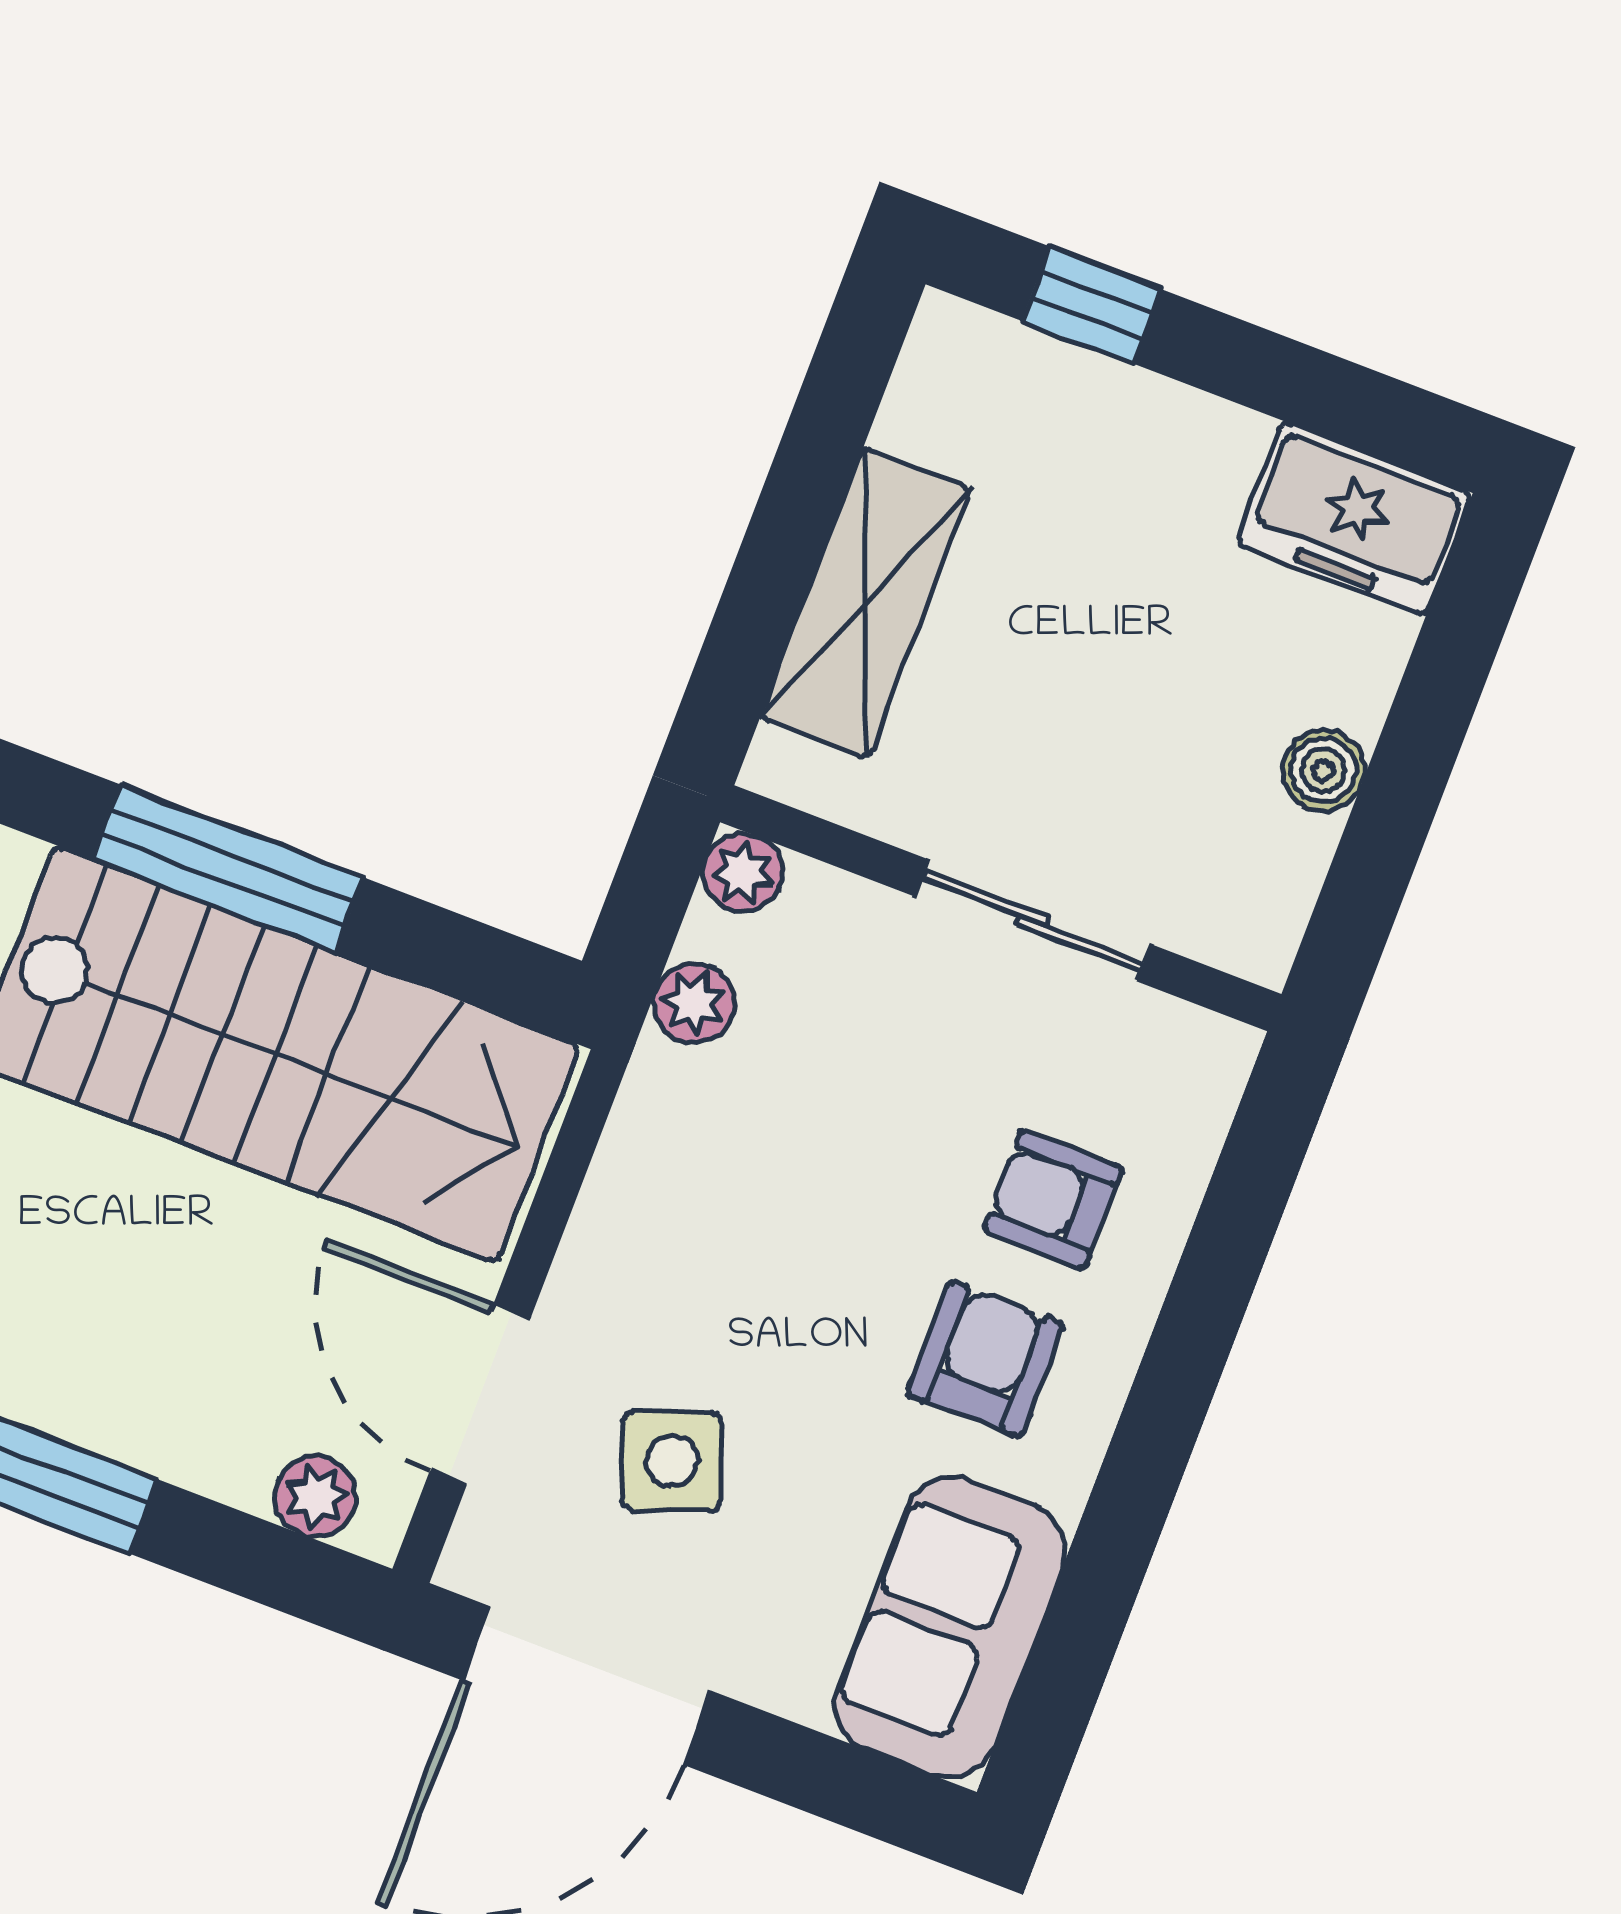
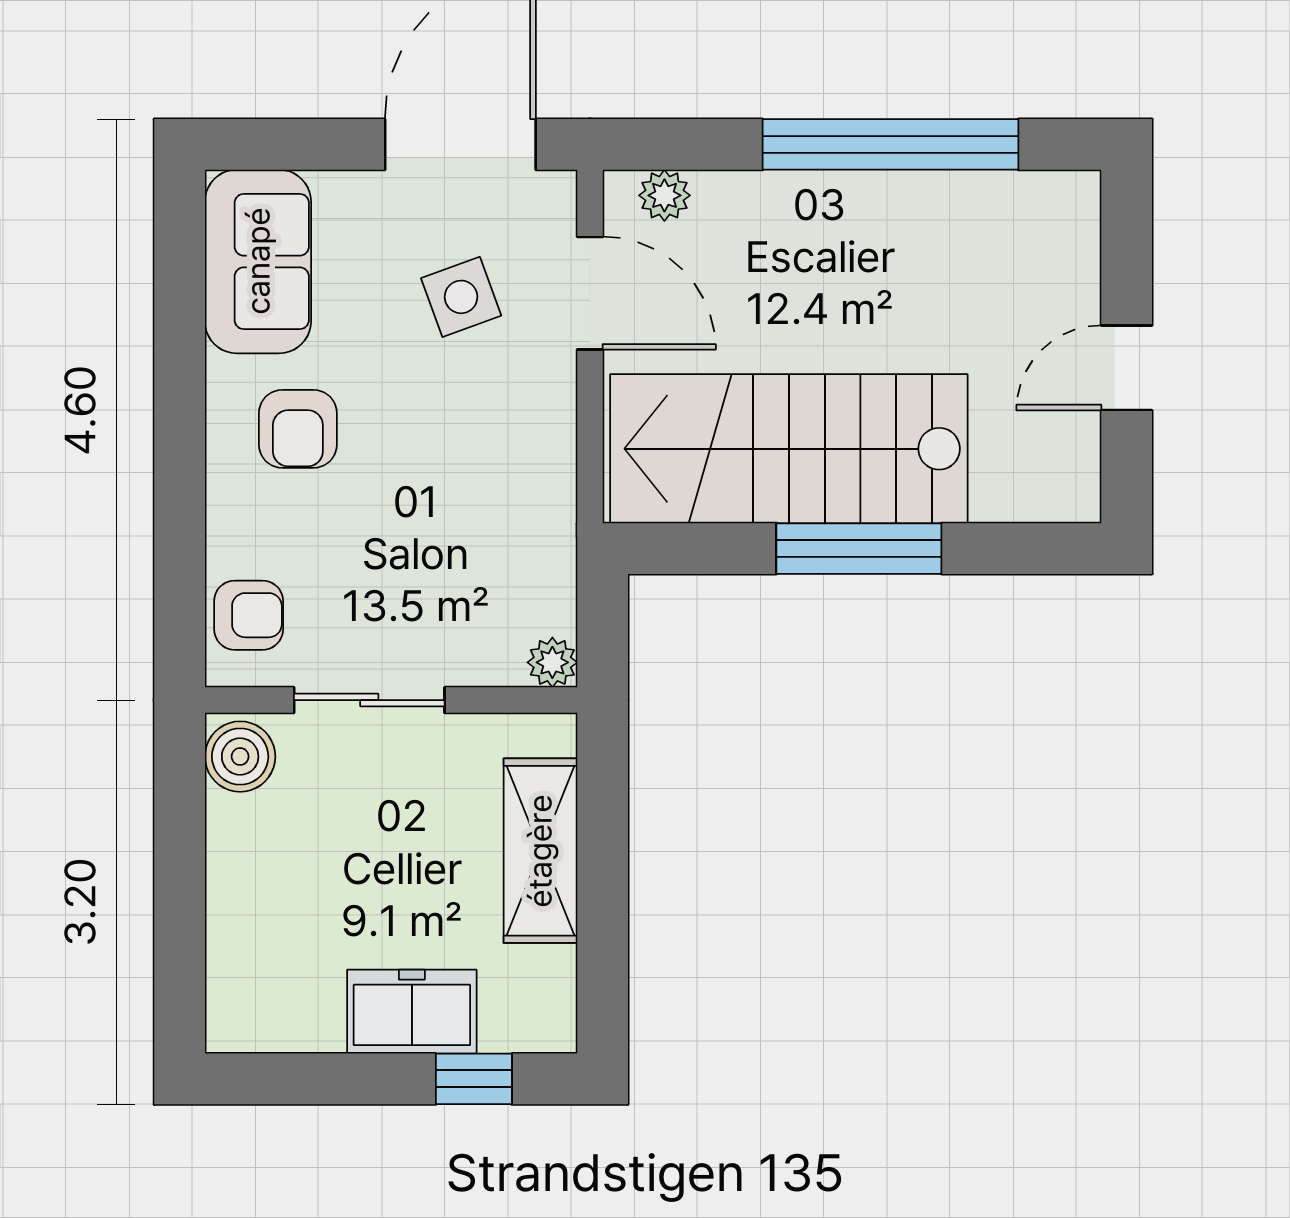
freezer: (1354, 519) -> (412, 1012), moved
boiler: (1323, 770) -> (240, 757), moved, width x1.36, depth x1.36
plant: (694, 1003) -> (552, 574), removed
armchair: (1053, 1199) -> (249, 615), moved

